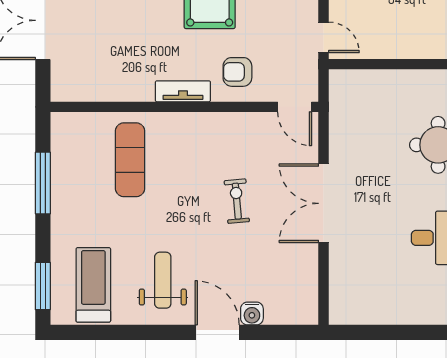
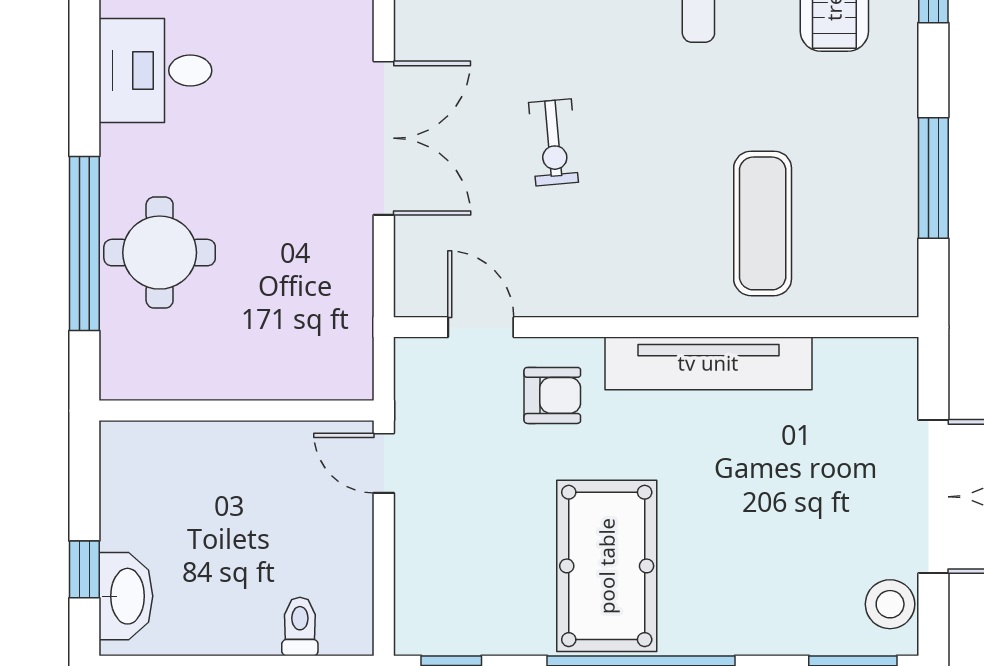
tv unit: (183, 91) -> (708, 363), width x1.92, depth x1.29
door: (295, 107) -> (481, 327), moved

